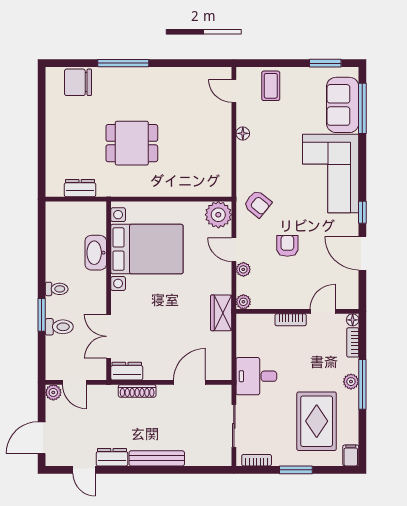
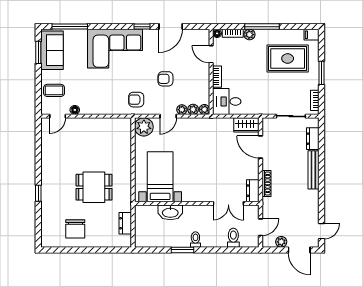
window: (123, 63) -> (38, 193), width x0.46
chair: (78, 82) -> (75, 229), moved
sofa: (343, 105) -> (52, 50), moved, turned -90
floor lamp: (243, 133) -> (75, 110), moved
dining table: (132, 143) -> (94, 187), turned 90
armchair: (258, 204) -> (136, 100), turned -129
bed with nightstands: (147, 249) -> (160, 177), width x0.73
plant: (244, 285) -> (193, 109), added
wardrobe: (221, 313) -> (246, 125), moved
window: (42, 315) -> (183, 250), moved
toilet: (59, 327) -> (233, 238), moved
desk: (256, 376) -> (227, 101), moved, turned 90
plant: (351, 382) -> (249, 35), moved
plant: (53, 392) -> (281, 242), moved
dresser: (112, 457) -> (313, 139), moved
door: (84, 470) -> (321, 231), moved

